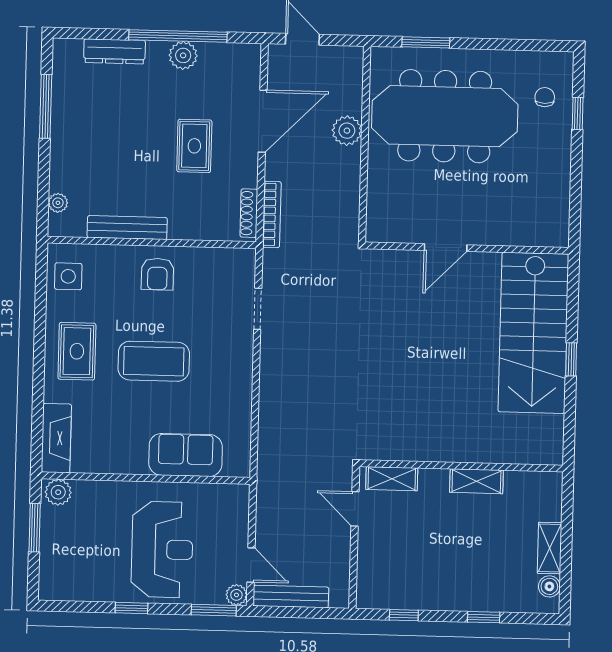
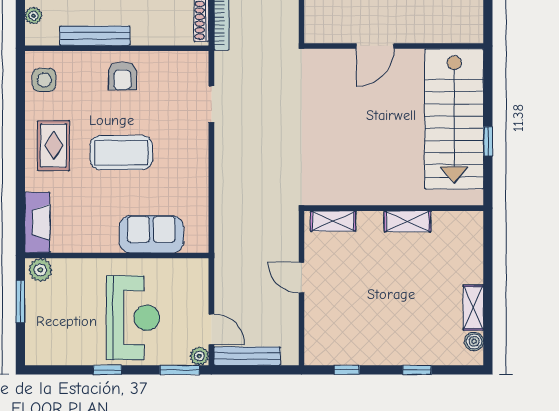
wall: (461, 466) -> (394, 208), moved
shelving: (392, 479) -> (333, 221), moved
shelving: (476, 481) -> (408, 221), moved

